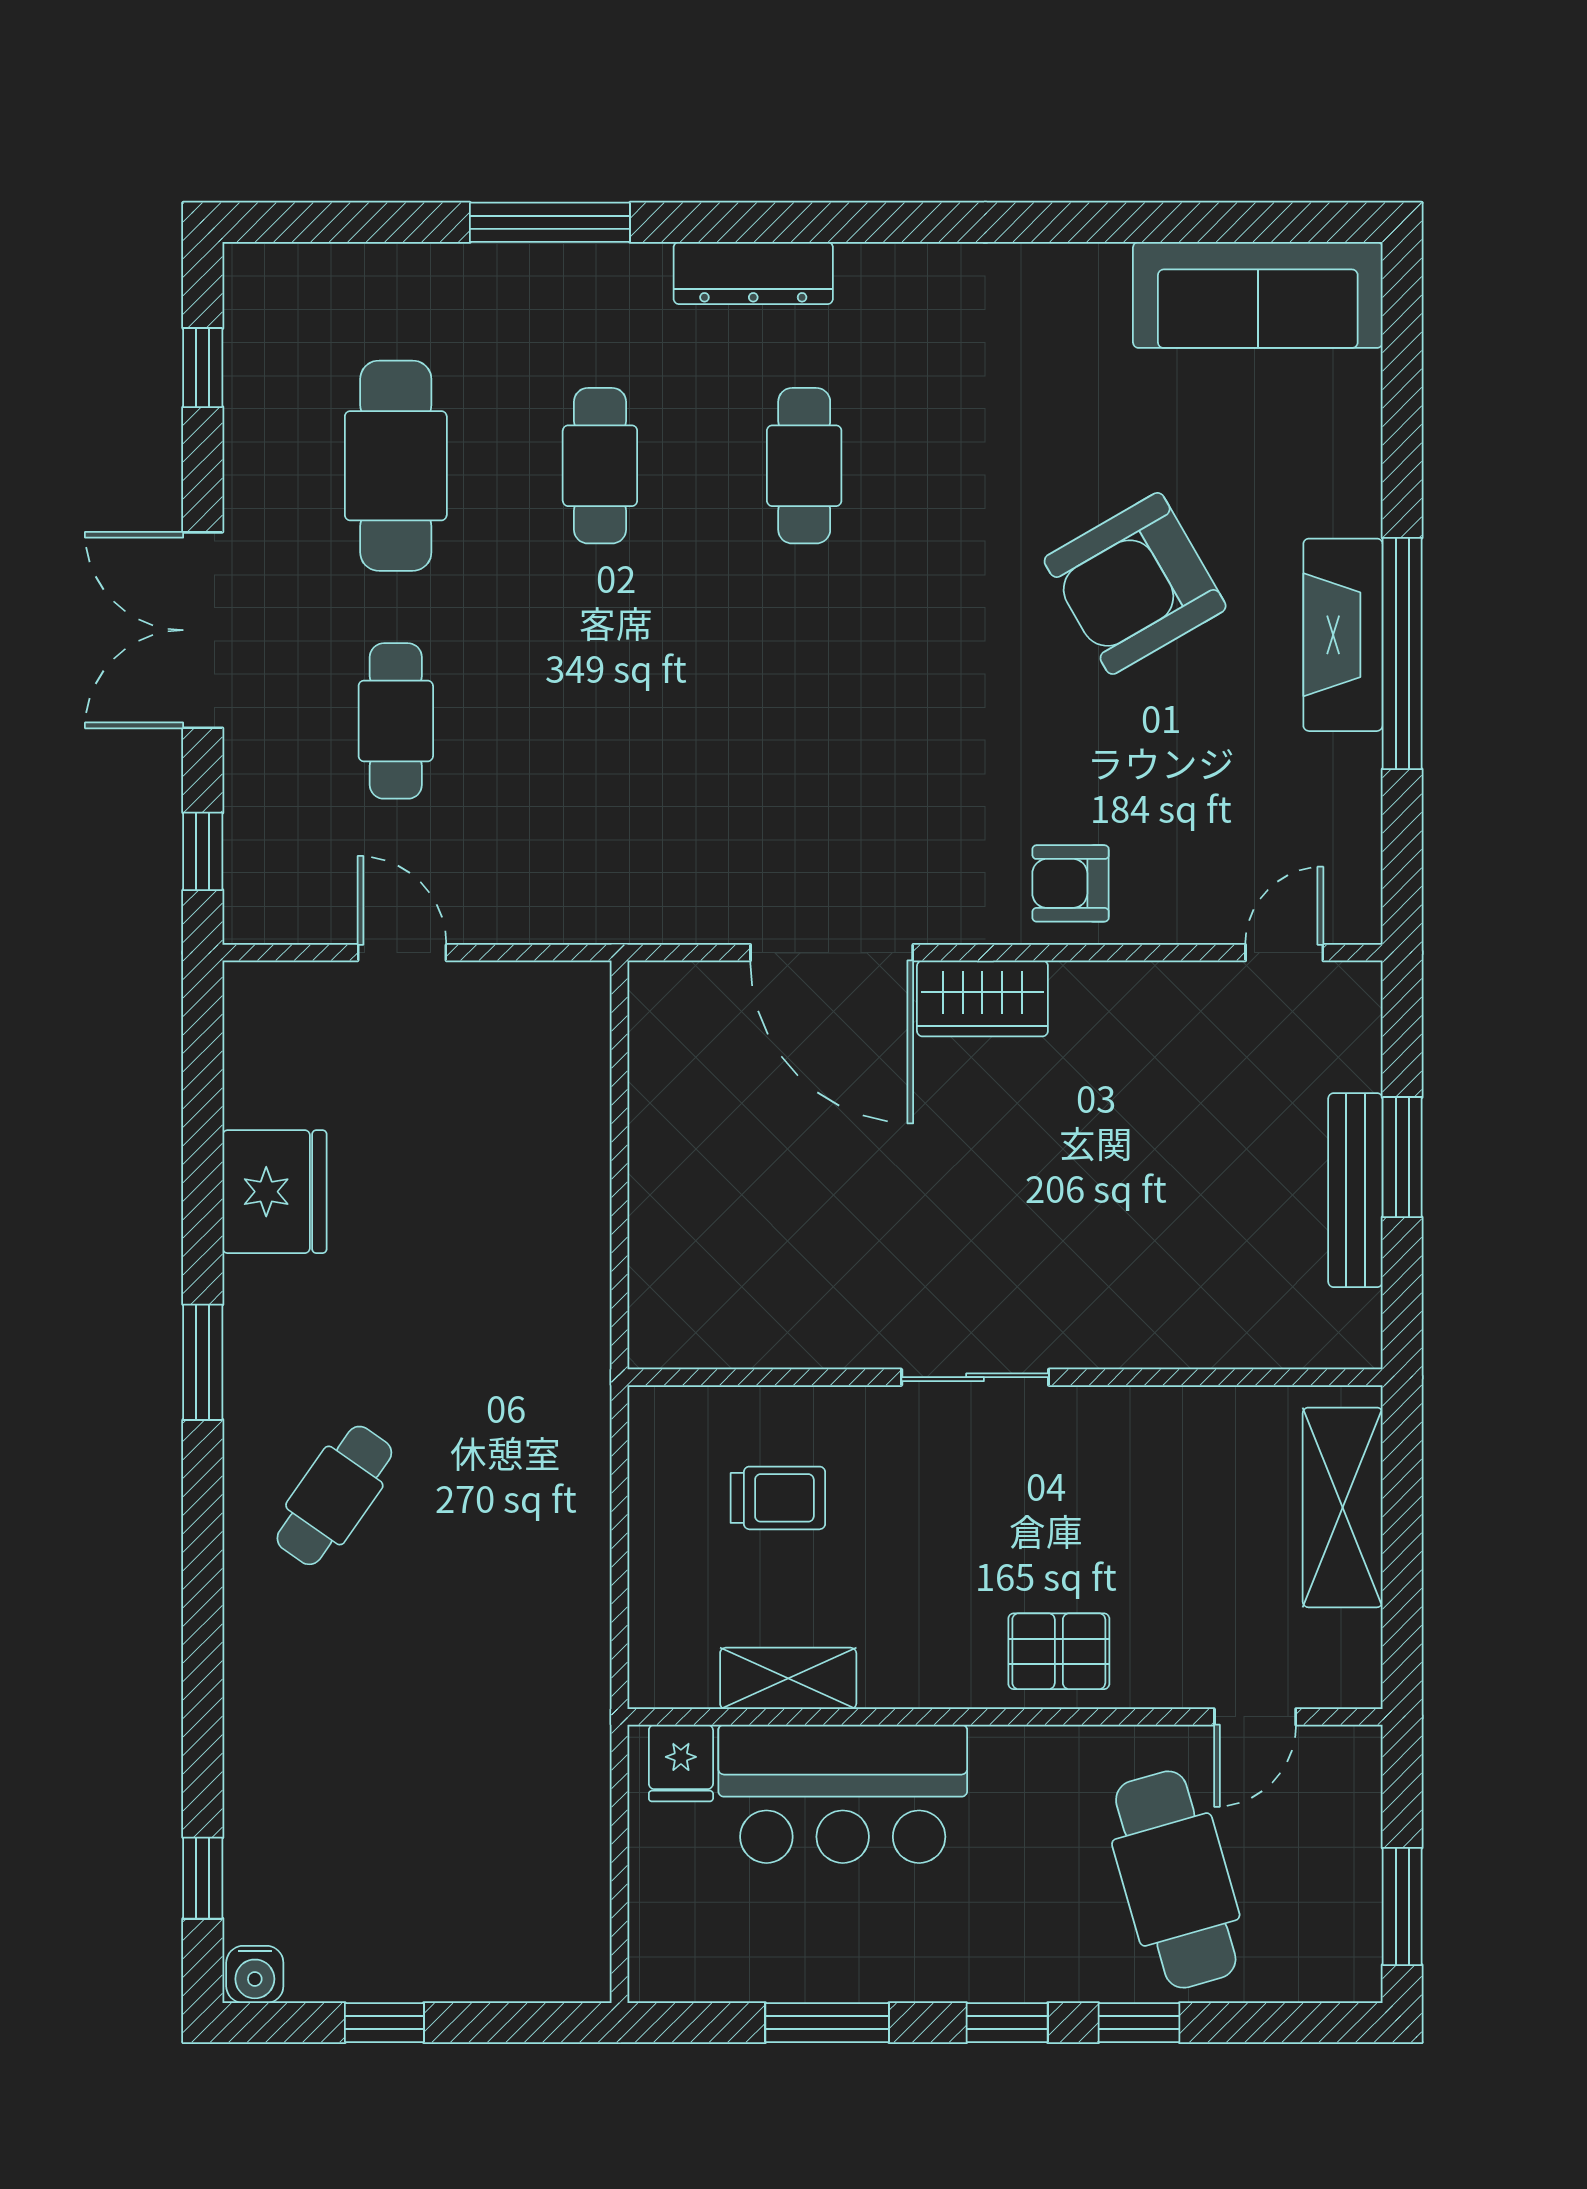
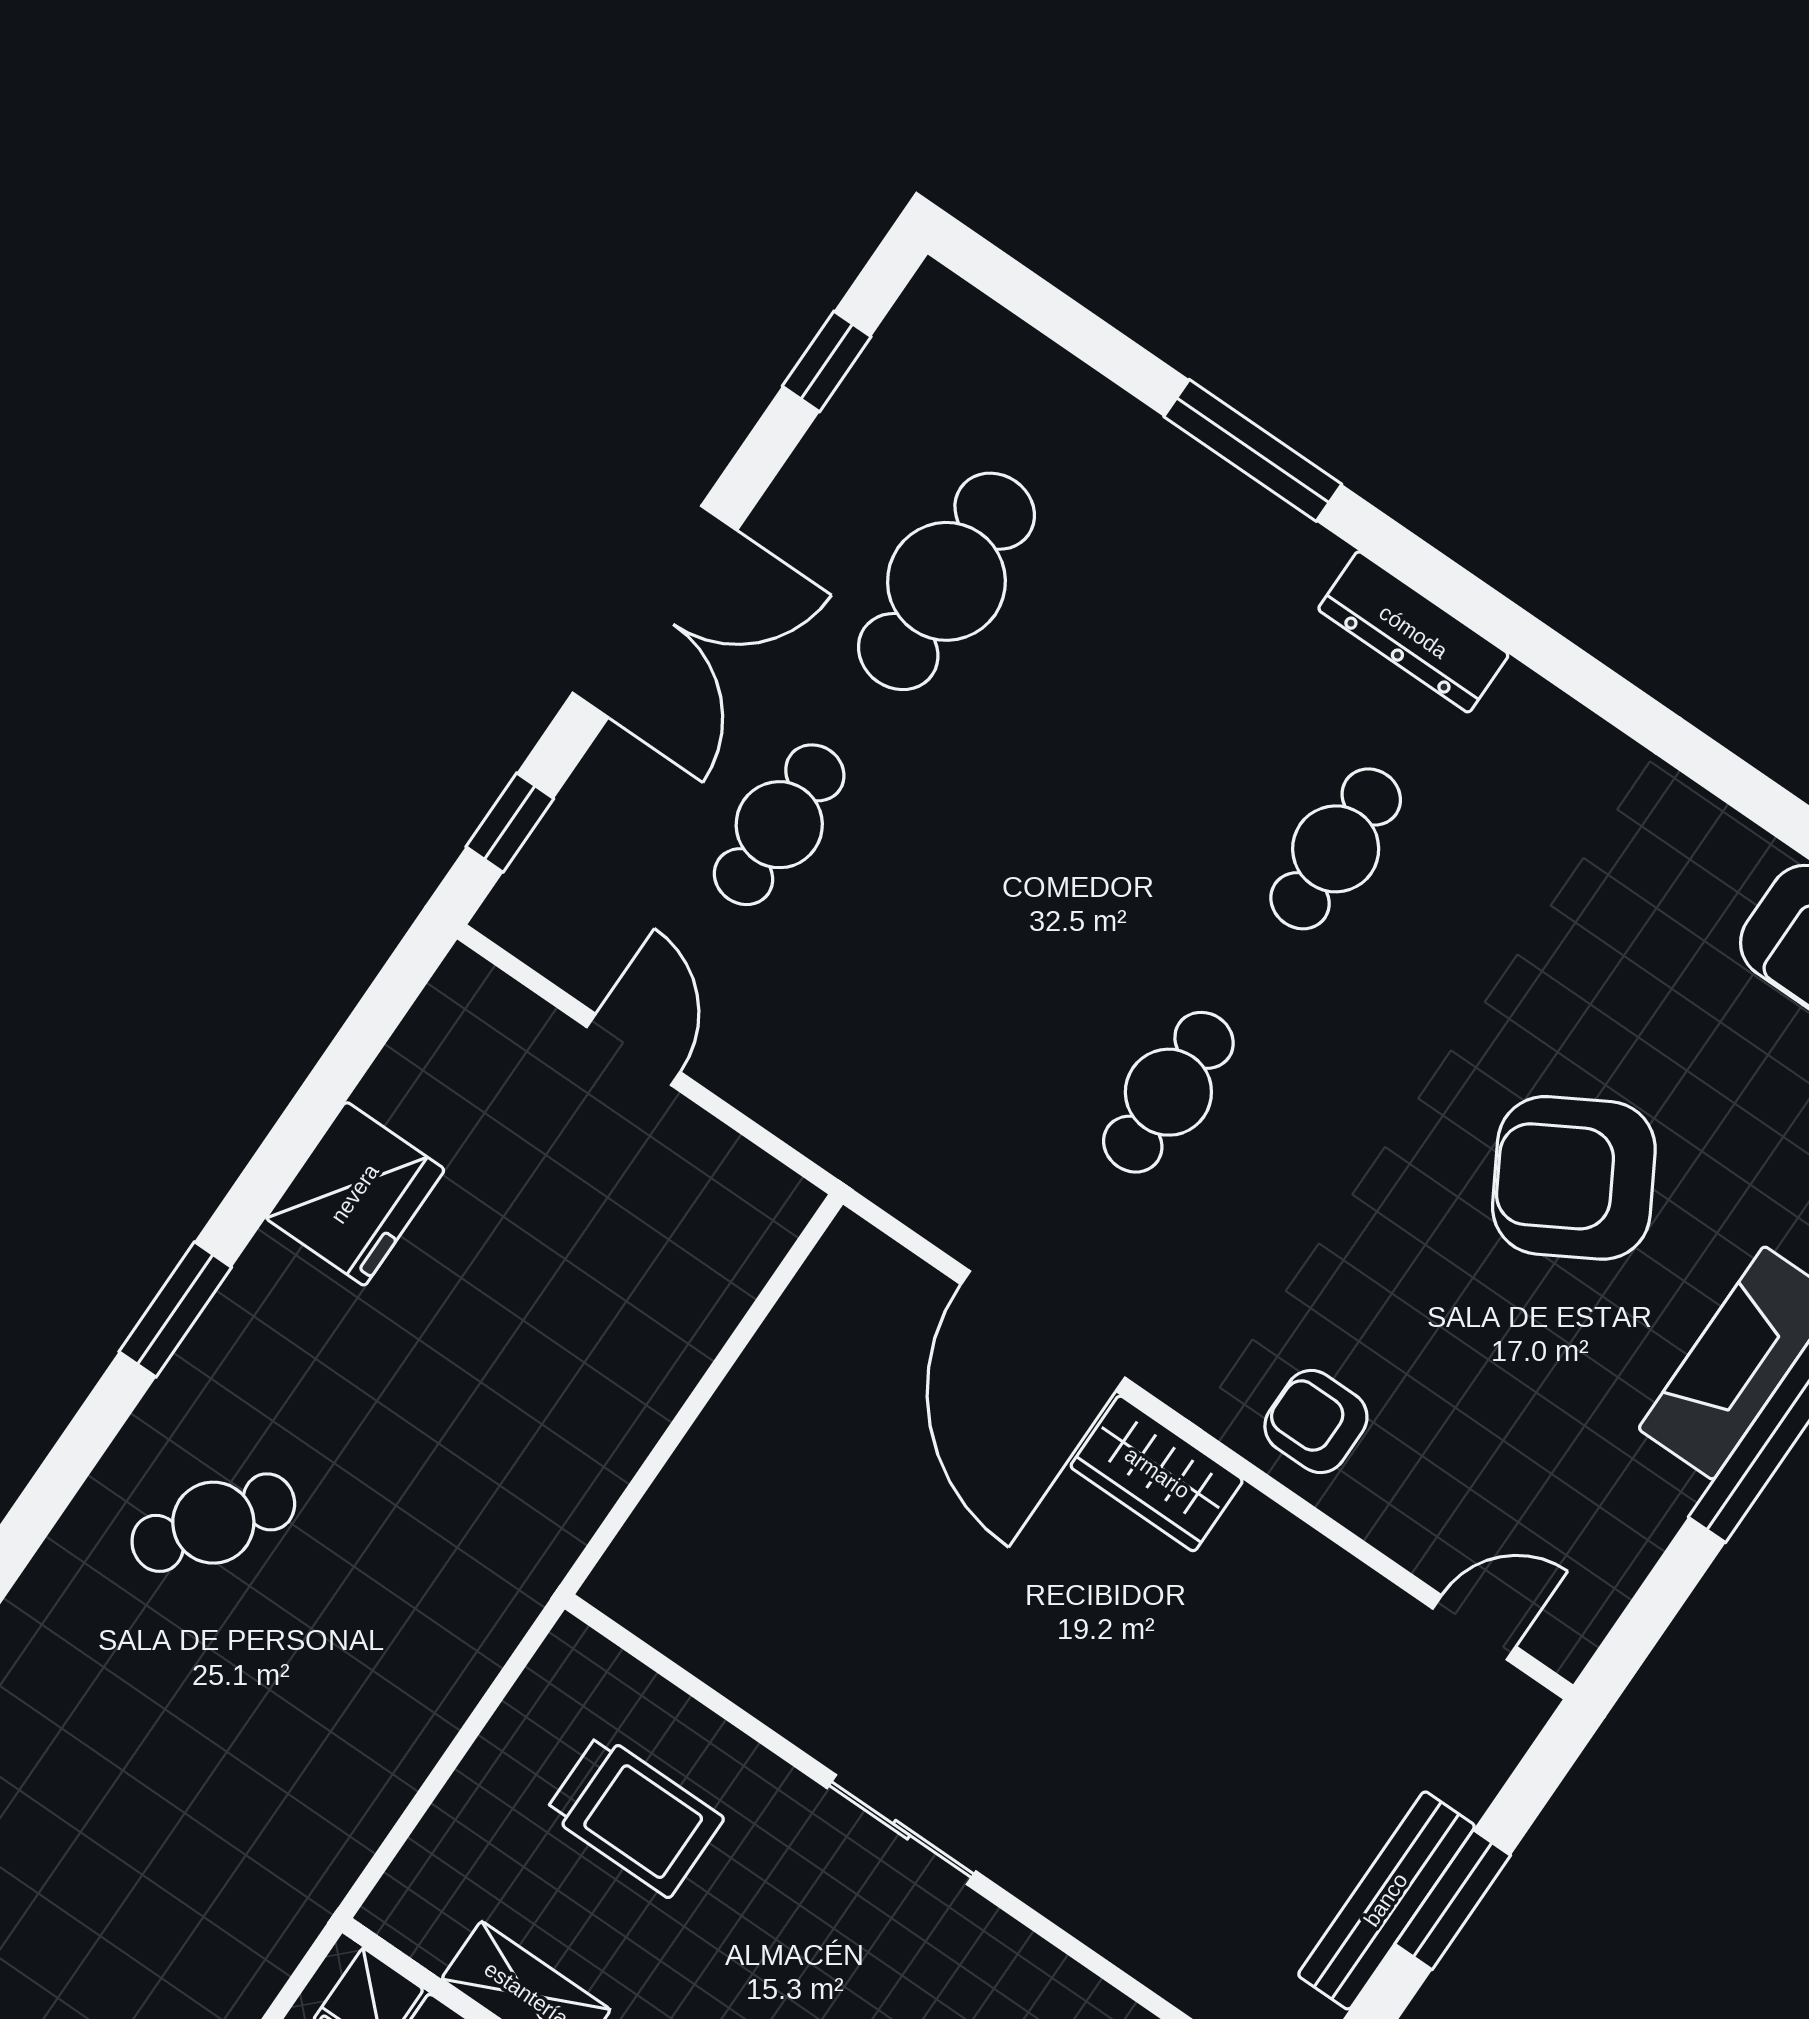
cafe table: (600, 466) -> (1168, 1092), moved
double door: (203, 630) -> (655, 612), swing flipped
trolley: (778, 1498) -> (634, 1816), width x1.36, depth x1.39

